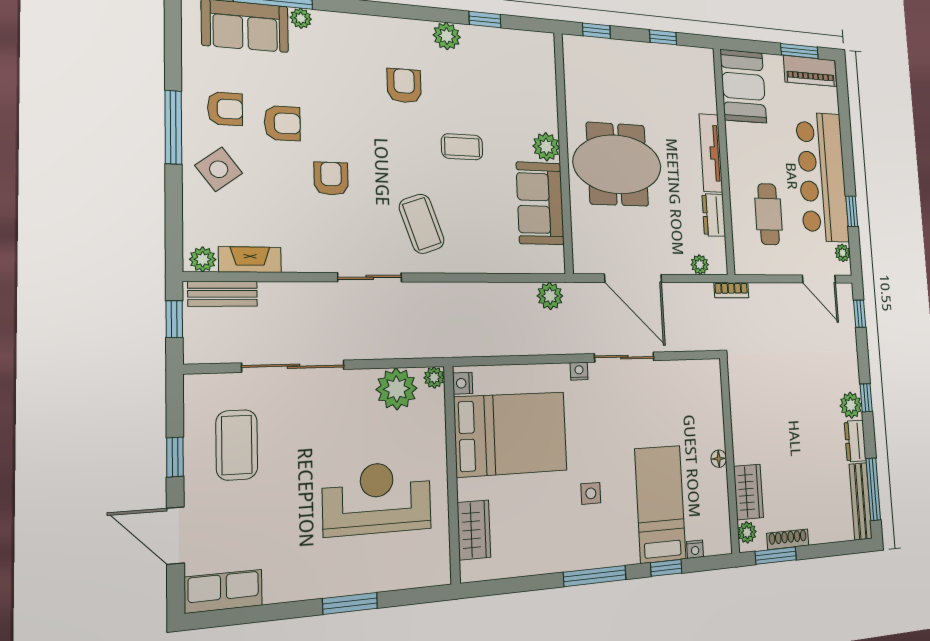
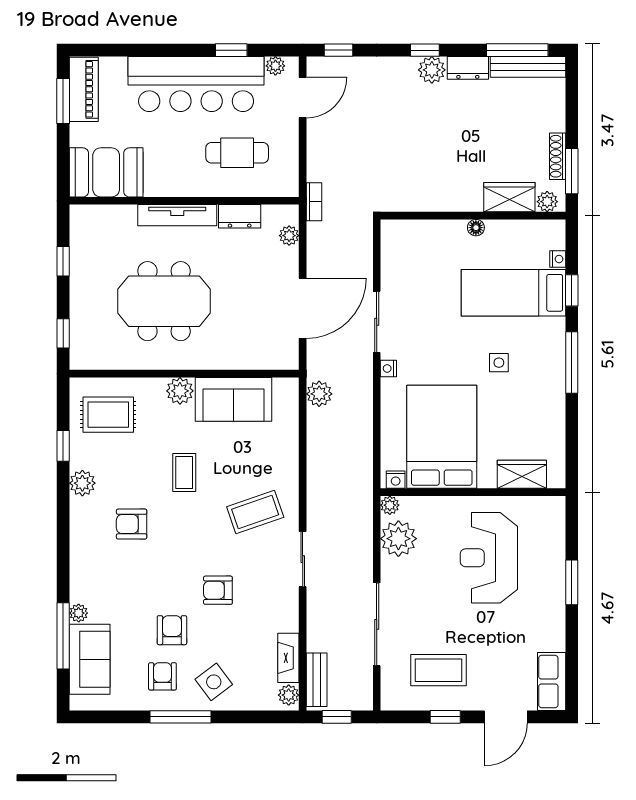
rug: (519, 70) -> (108, 415), added
meeting table: (617, 164) -> (164, 301), moved, turned 90

